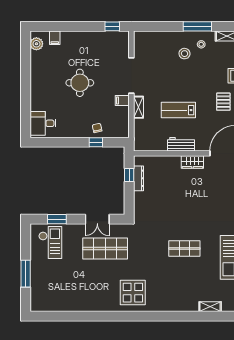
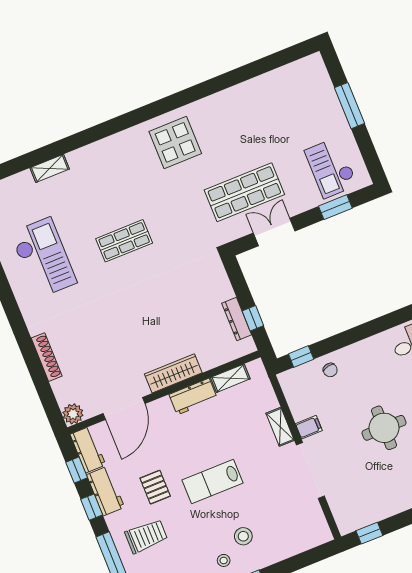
lab bench: (178, 110) -> (212, 482), moved, turned 180
window: (96, 142) -> (301, 357), moved
shelving: (156, 146) -> (230, 378), added
wardrobe: (192, 162) -> (173, 373), width x1.50

